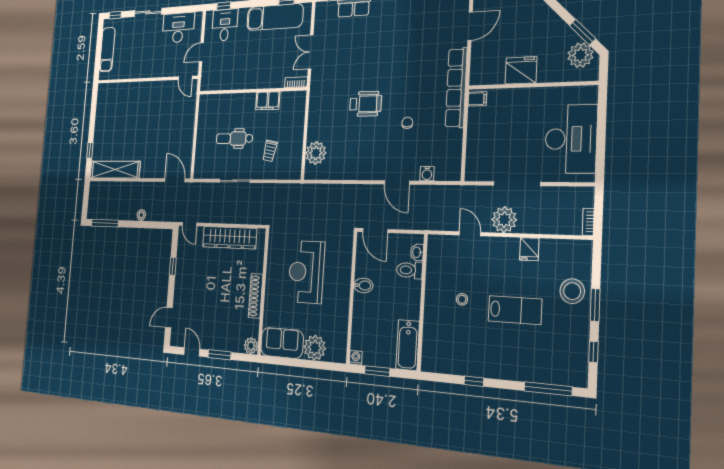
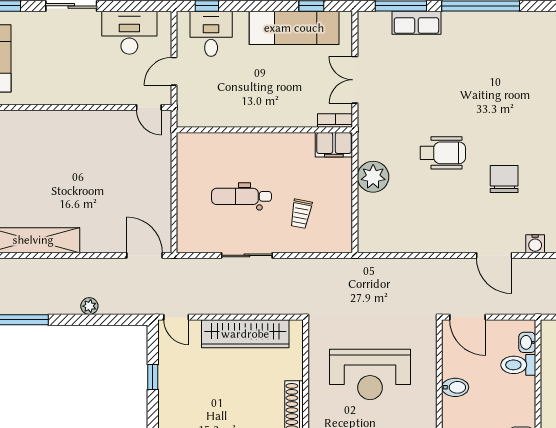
filing cabinet: (268, 101) -> (334, 145), moved
chair: (407, 123) -> (504, 179), width x1.87, depth x1.87
plant: (316, 153) -> (373, 177), moved
reception desk: (306, 272) -> (370, 374), turned -90

